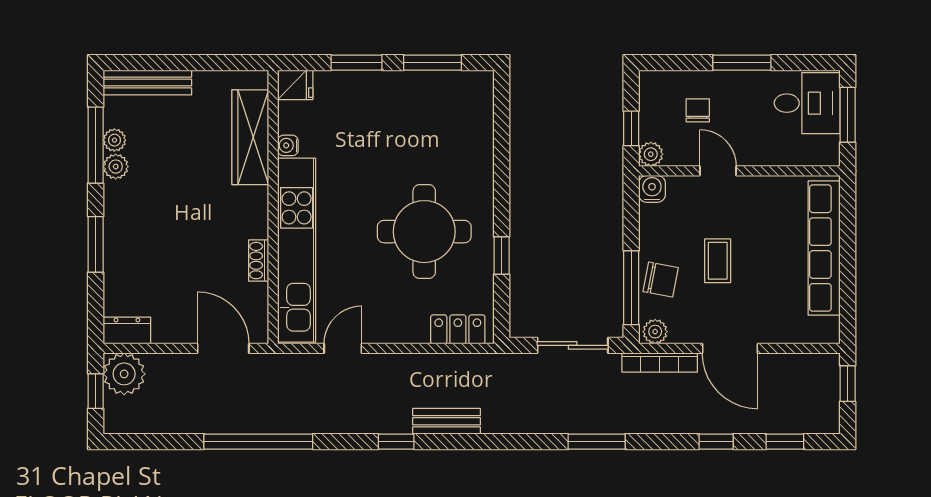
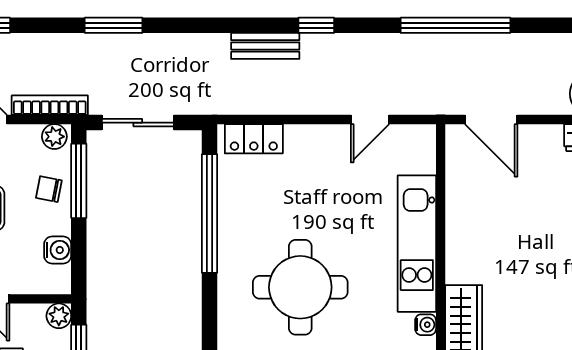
water cooler: (652, 189) -> (58, 250), moved, turned -90
round table: (424, 232) -> (300, 287), moved
kitchen unit: (297, 250) -> (417, 244), width x0.73
window: (502, 255) -> (210, 213), width x3.17
shoe rack: (259, 261) -> (455, 208), removed
chair: (661, 280) -> (49, 189), width x0.73, depth x0.73

